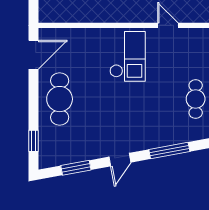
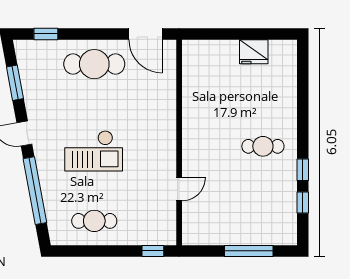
checkout: (127, 56) -> (94, 151), moved
window: (169, 151) -> (35, 191), width x1.46

